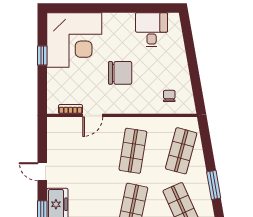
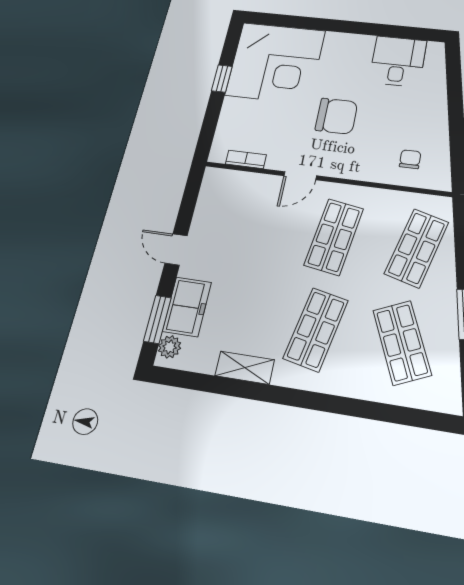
door: (93, 115) -> (300, 176), moved

